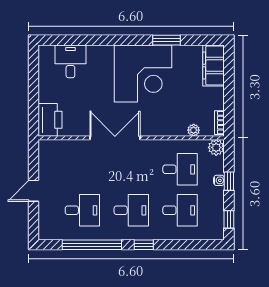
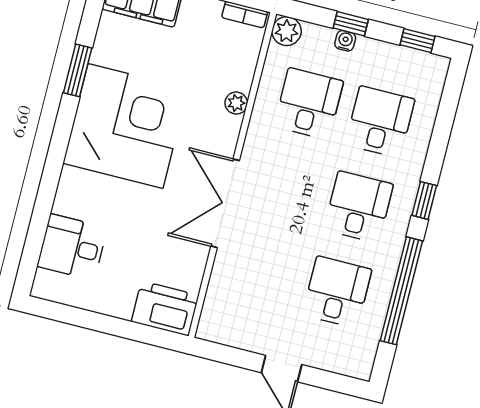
plant: (194, 130) -> (236, 103), moved

